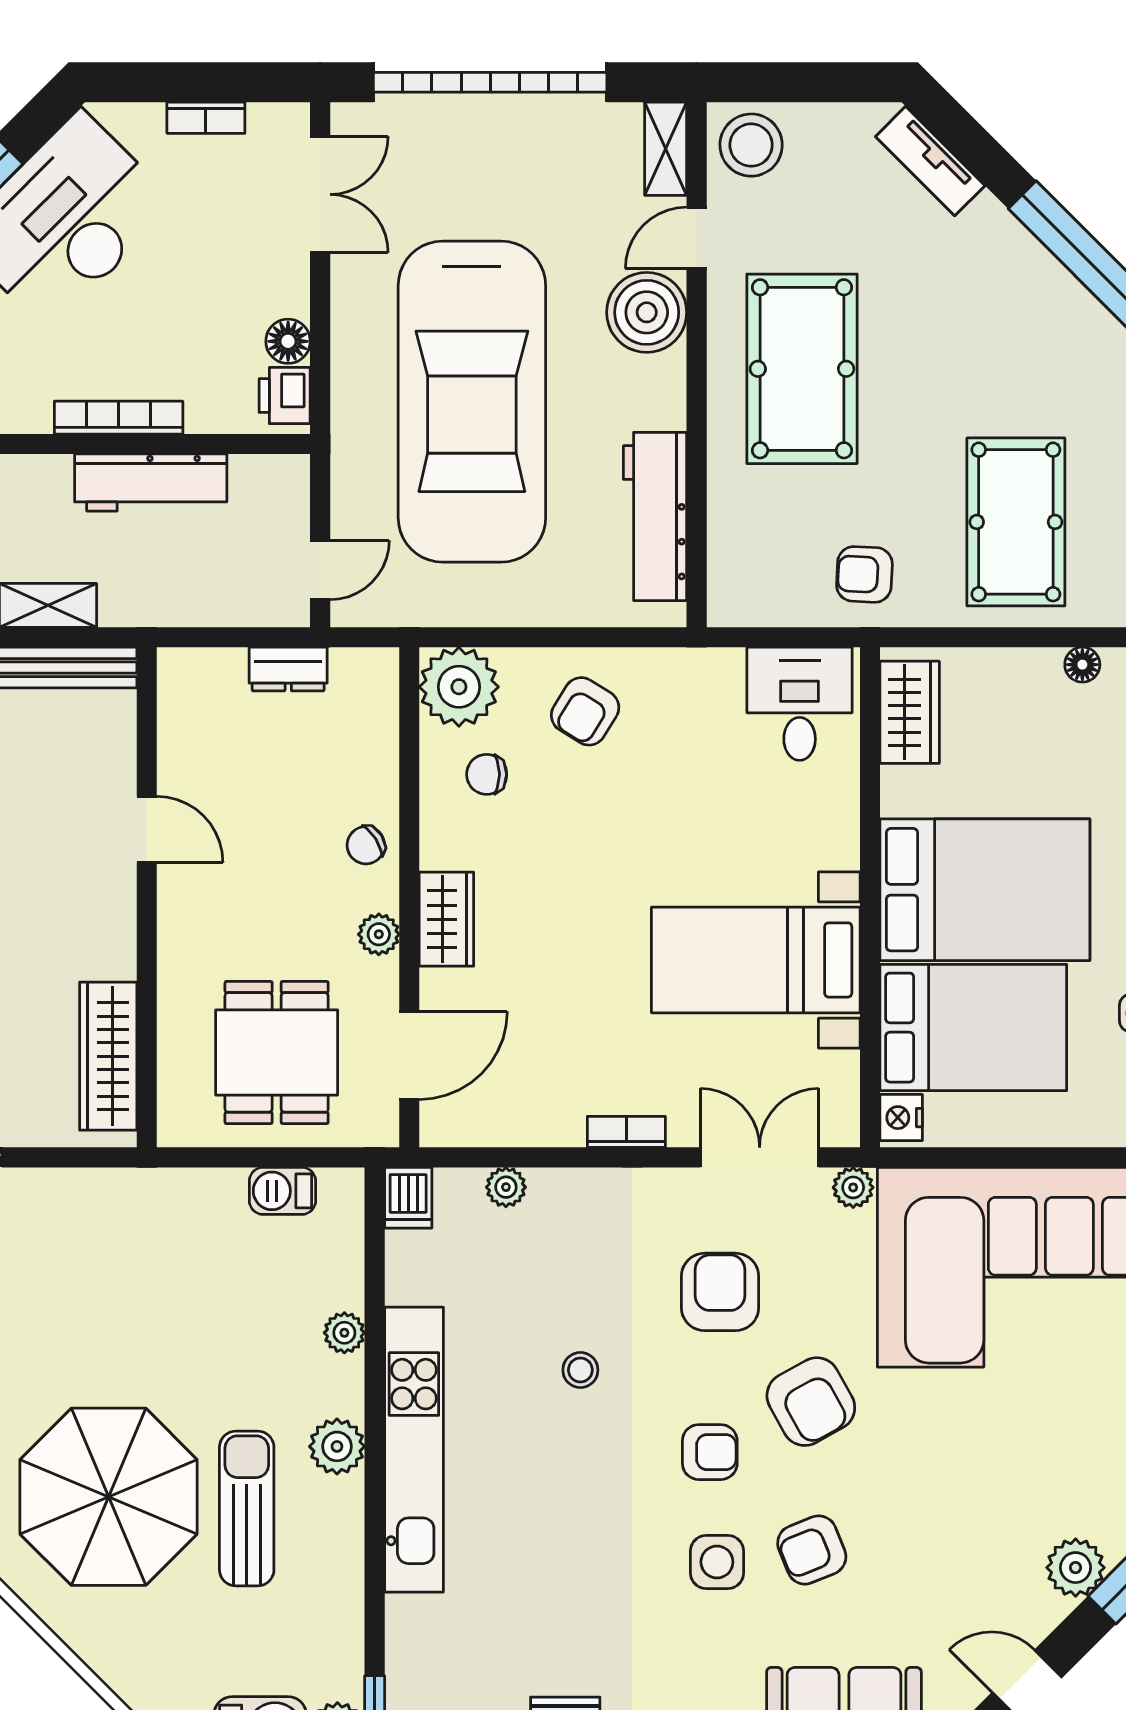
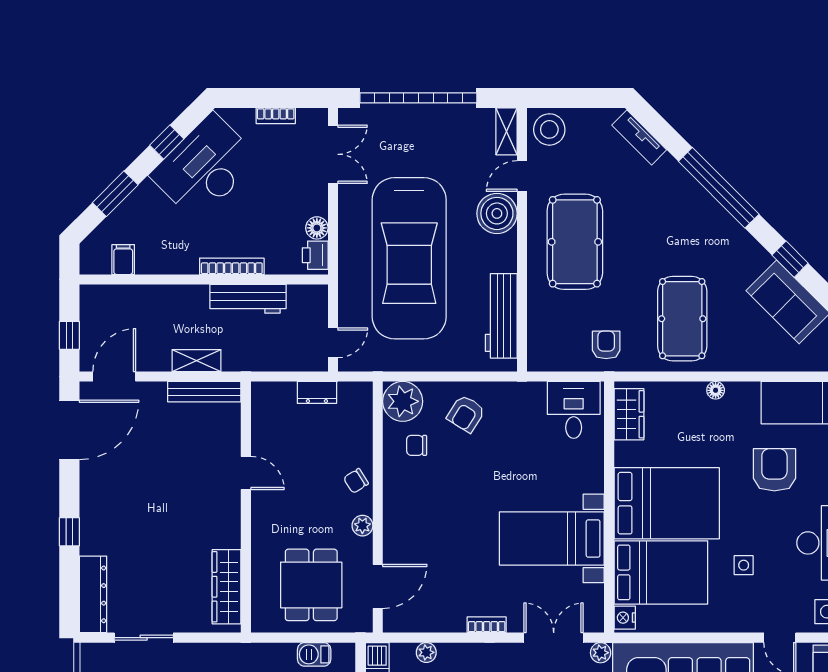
armchair: (864, 574) -> (606, 345), turned 87
wardrobe: (446, 919) -> (396, 518), removed

